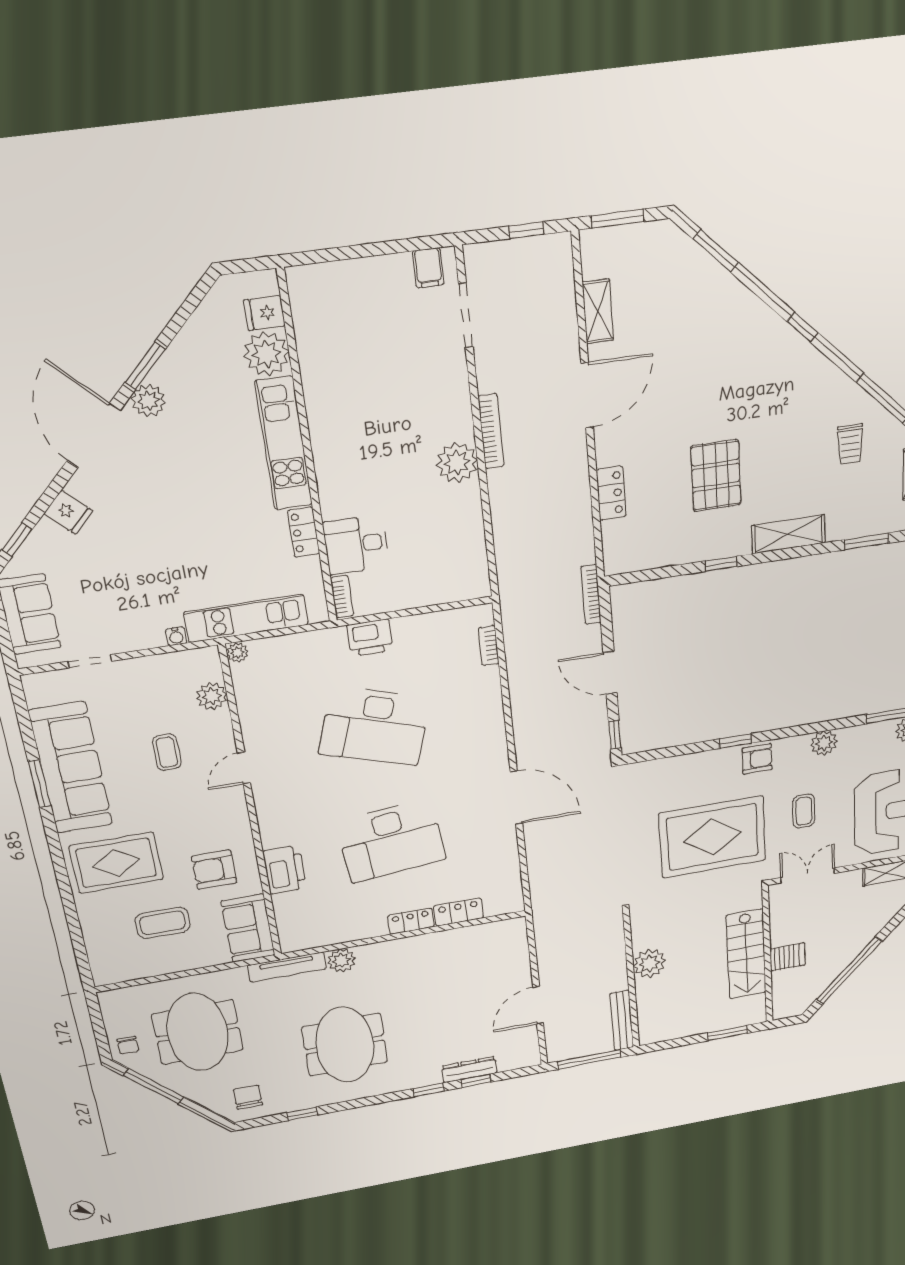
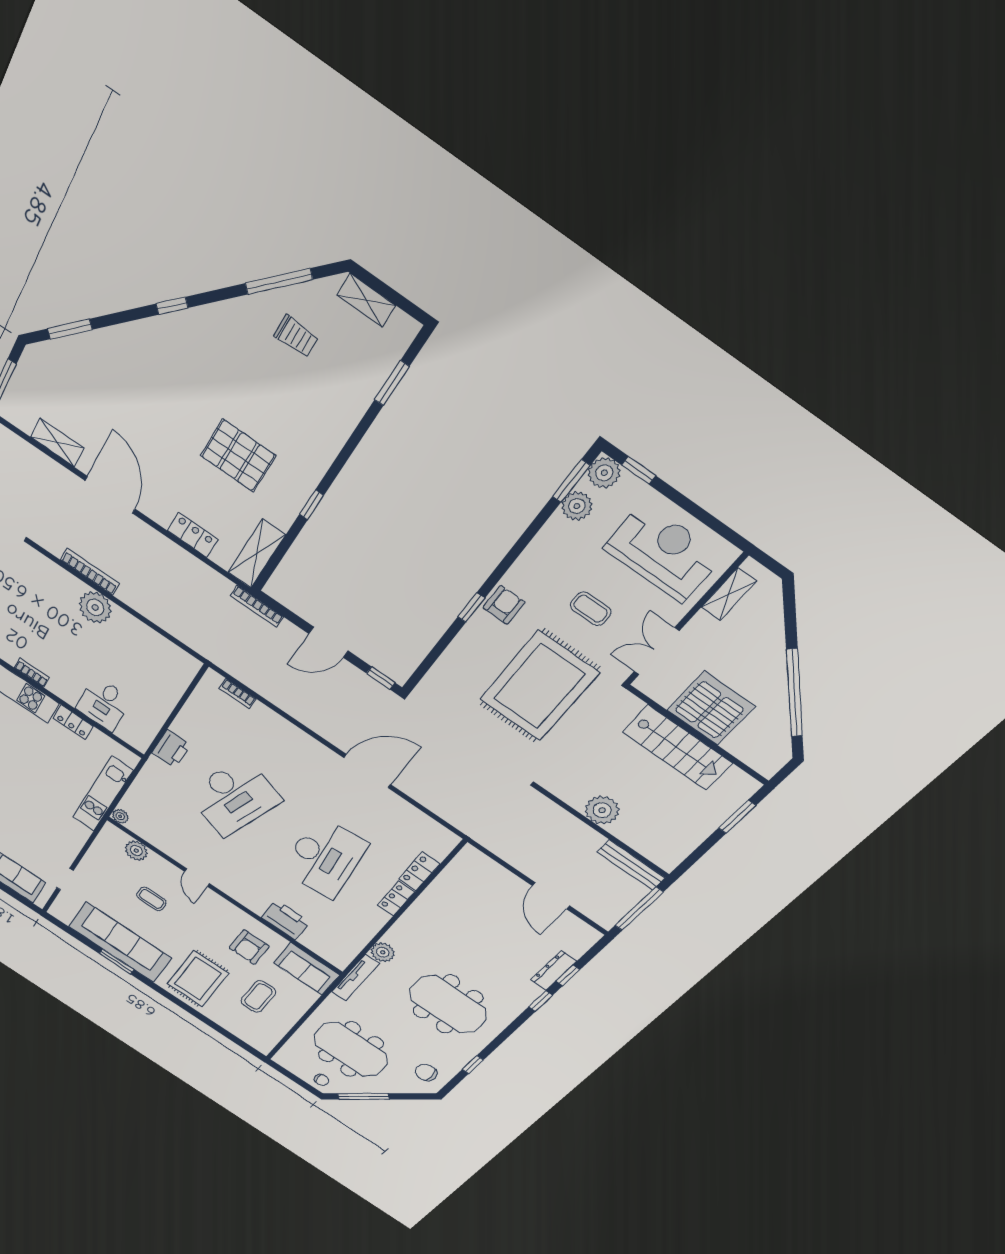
shelving: (789, 534) -> (257, 554), moved
bookcase: (342, 597) -> (32, 673), moved
water cooler: (176, 636) -> (84, 833), removed
plant: (824, 743) -> (577, 506), moved
server rack: (788, 957) -> (711, 708), width x2.18, depth x1.44

